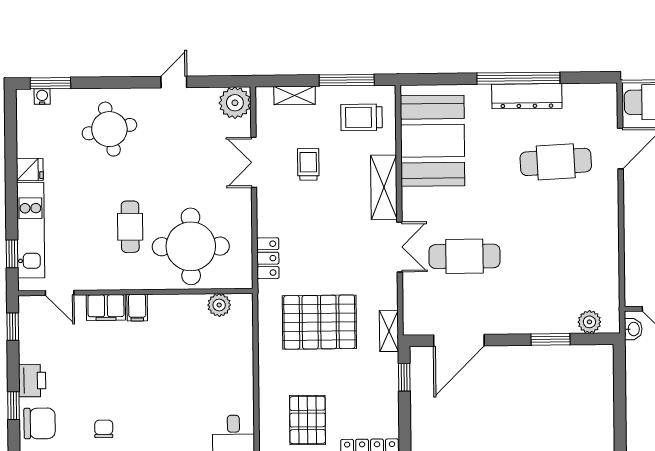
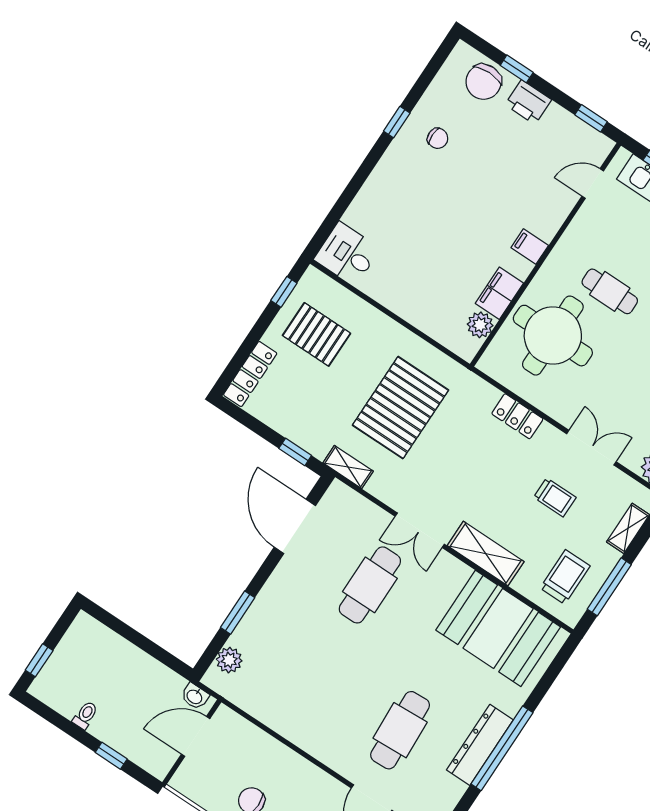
locker: (268, 258) -> (517, 416), moved
filing cabinet: (106, 308) -> (499, 293), moved

